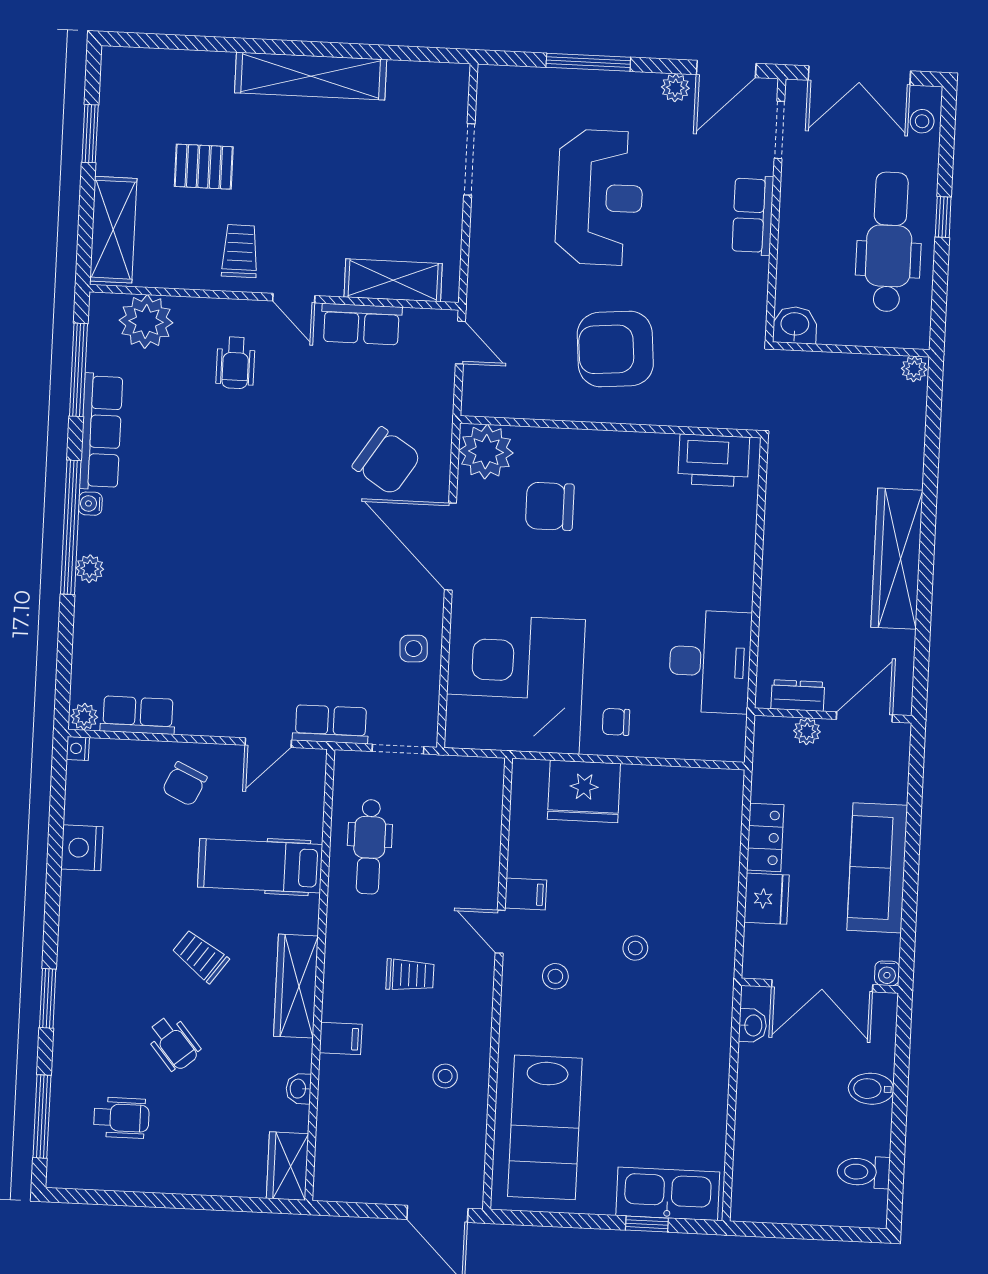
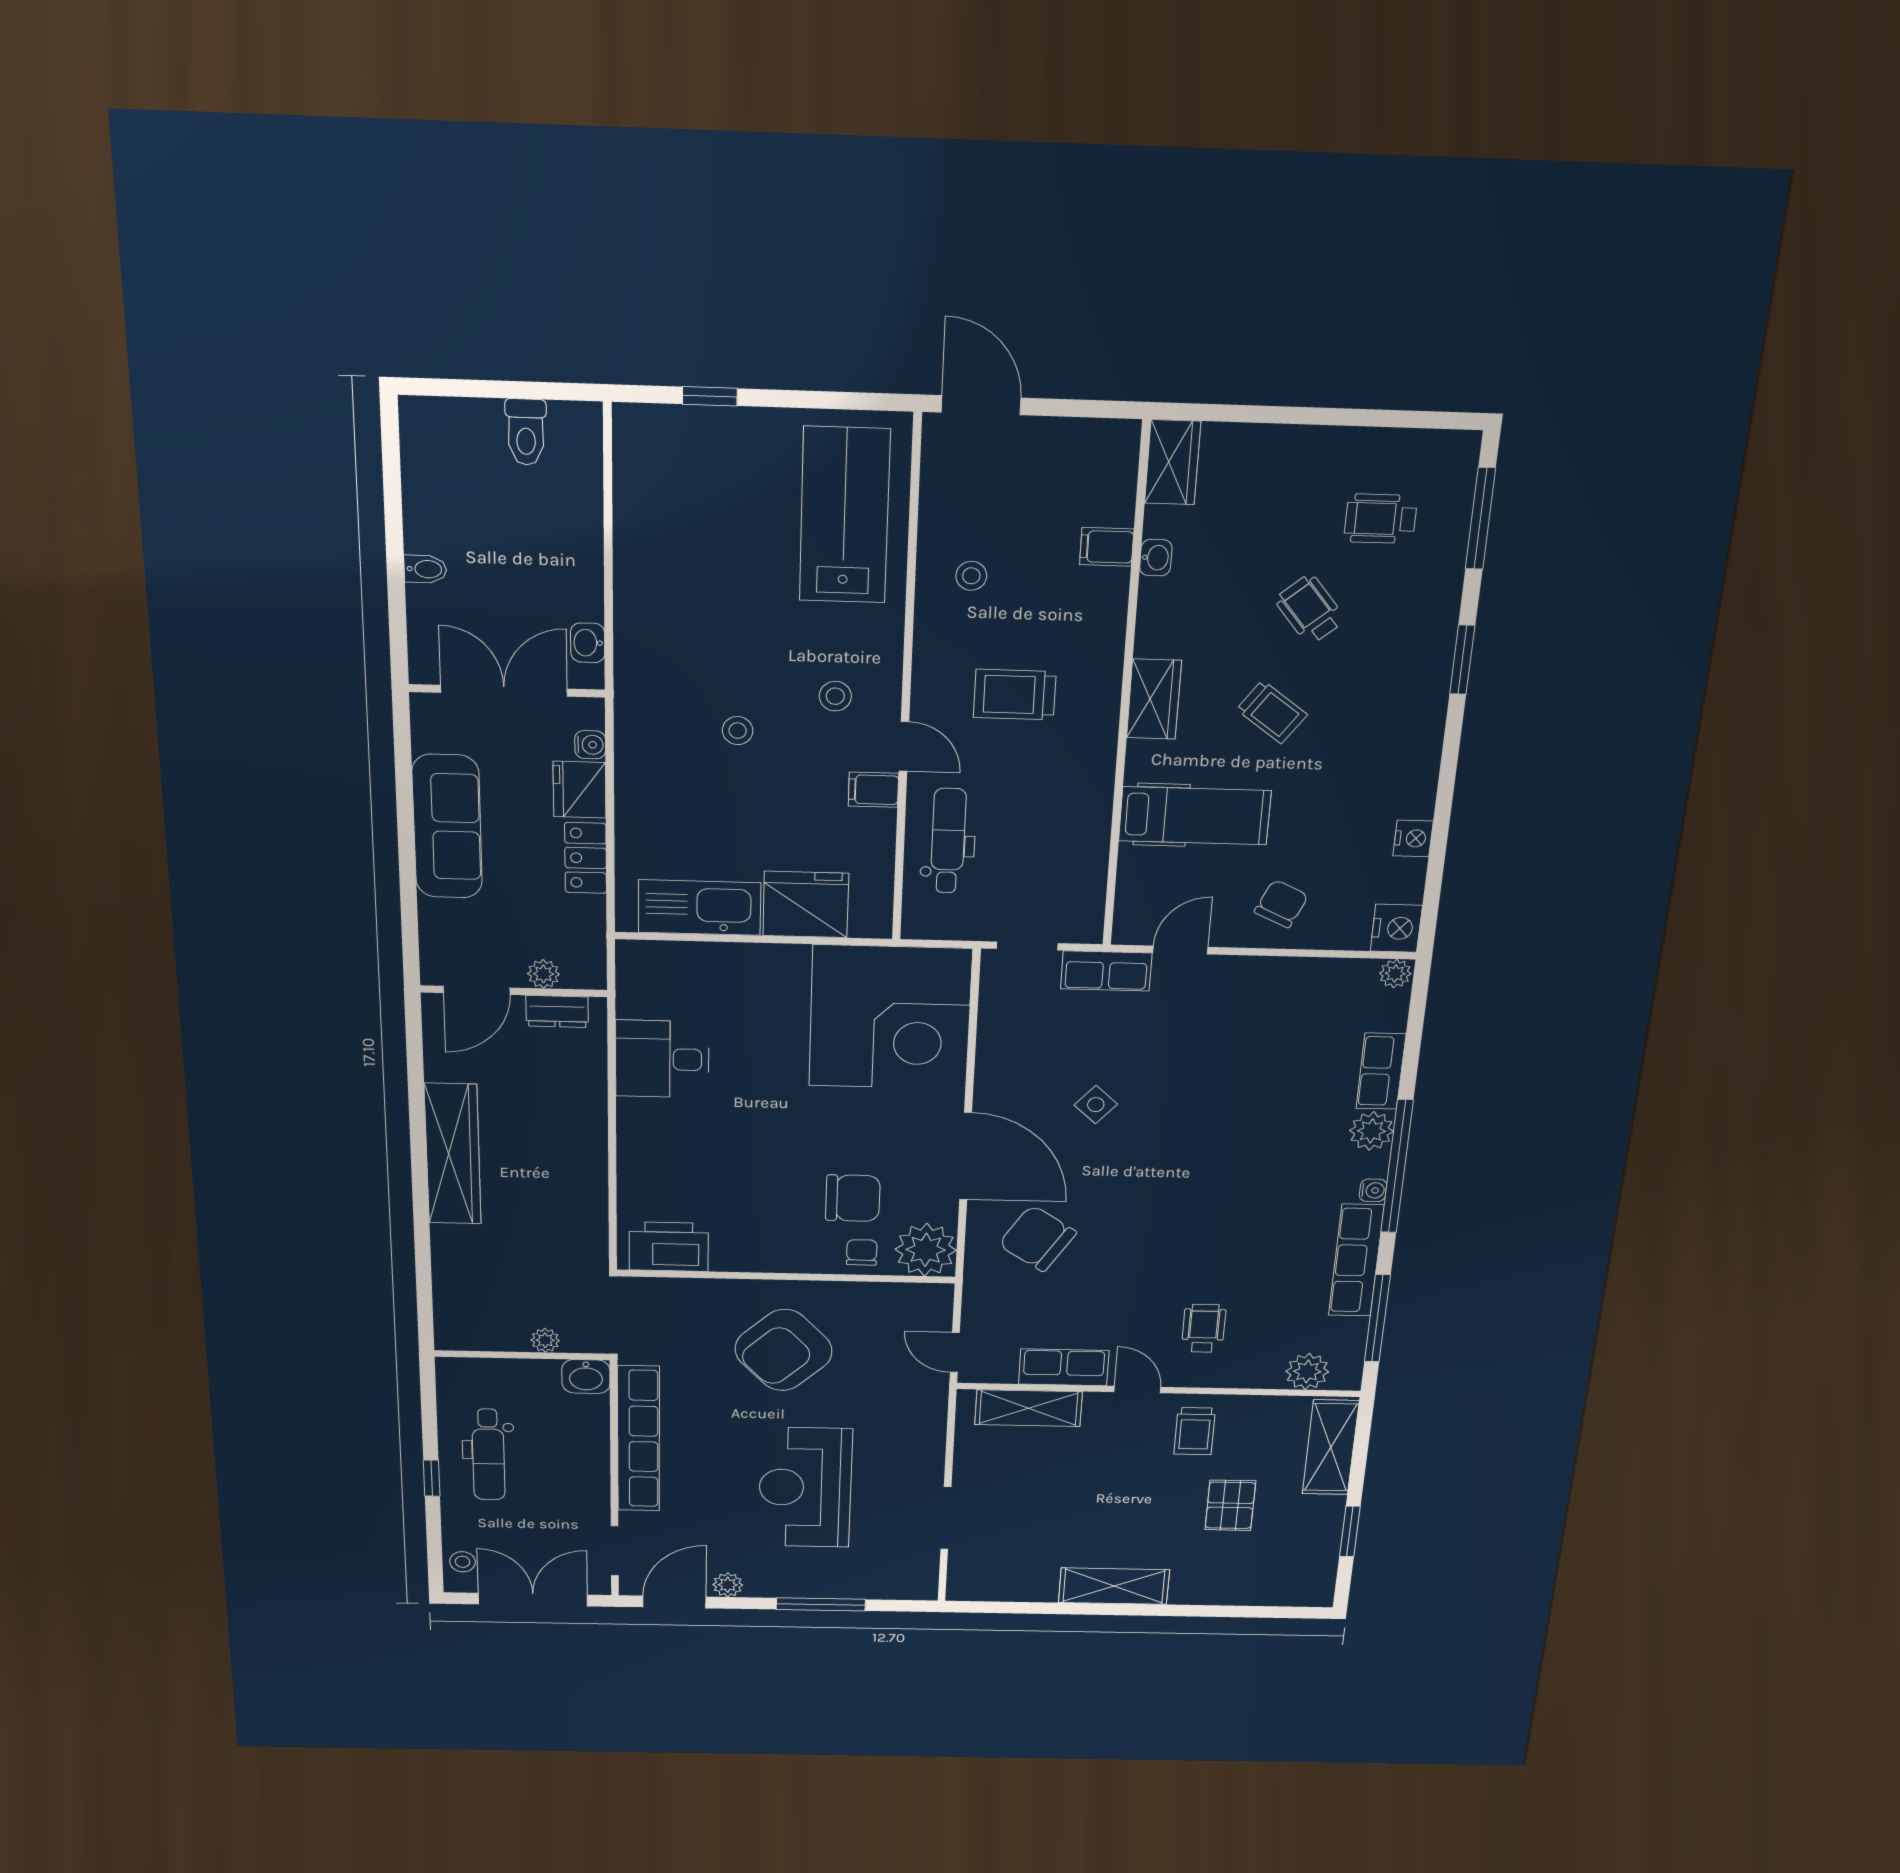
shelving: (311, 76) -> (1114, 1586), width x0.68
pallet: (204, 167) -> (1230, 1505), turned 90
row of seats: (753, 215) -> (639, 1439), width x2.02
dental chair: (889, 242) -> (488, 1455), width x0.73, depth x0.72
plant: (146, 322) -> (1307, 1371), width x0.73, depth x0.73
armchair: (615, 349) -> (784, 1350), turned 142
plant: (914, 369) -> (545, 1340), moved
plant: (90, 569) -> (1371, 1131), width x1.38, depth x1.38
side table: (414, 649) -> (1096, 1105), moved, turned 45
desk: (710, 662) -> (662, 1059), width x0.73
row of seats: (138, 715) -> (1381, 1071), moved, turned 90
chair: (616, 722) -> (862, 1252), moved, turned -90
nightstand: (78, 748) -> (1396, 928), width x1.89, depth x1.79
dental chair: (369, 847) -> (948, 841), moved
nightstand: (82, 848) -> (1413, 838), width x0.74, depth x0.75
water cooler: (887, 973) -> (590, 745), moved, turned 90
trolley: (410, 975) -> (1015, 695), width x1.36, depth x1.39
wardrobe: (296, 986) -> (1154, 699), width x0.67
filing cabinet: (341, 1039) -> (1107, 547), moved
bidet: (871, 1089) -> (425, 569), width x0.72, depth x0.74
toilet: (864, 1172) -> (526, 432), moved, turned 90
kitchen sink: (668, 1194) -> (700, 908), moved, turned 180

